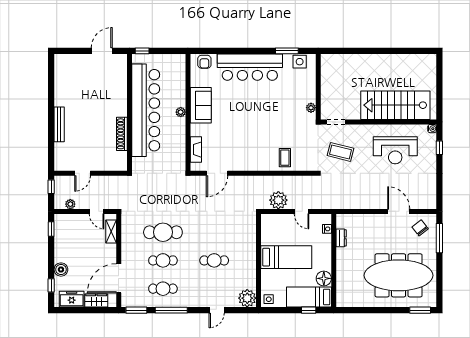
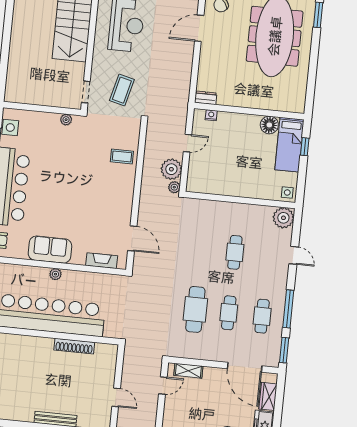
plant: (70, 204) -> (174, 187), moved
dresser: (341, 238) -> (206, 98), moved
bed: (286, 257) -> (240, 167), removed

